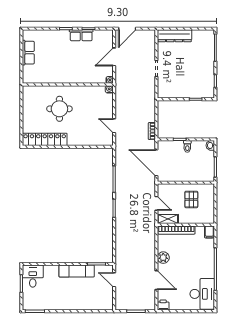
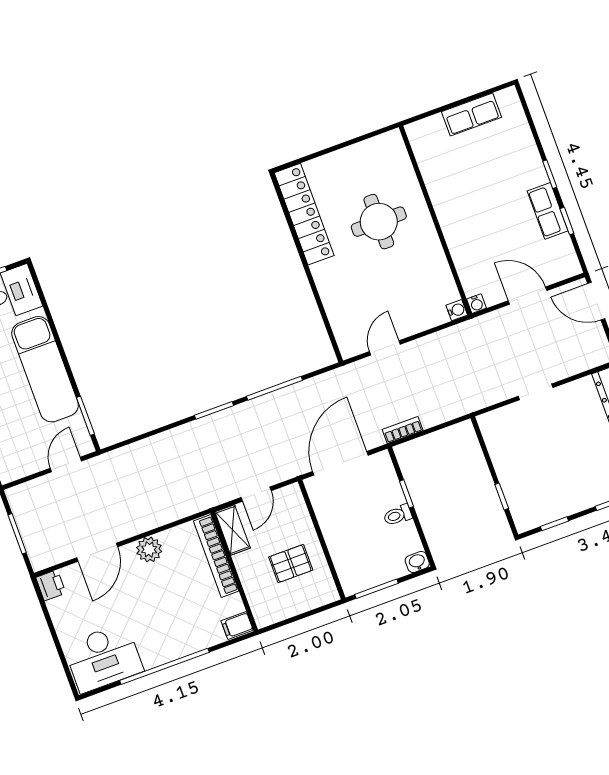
exam couch: (77, 271) -> (45, 369), width x1.36, depth x1.45

